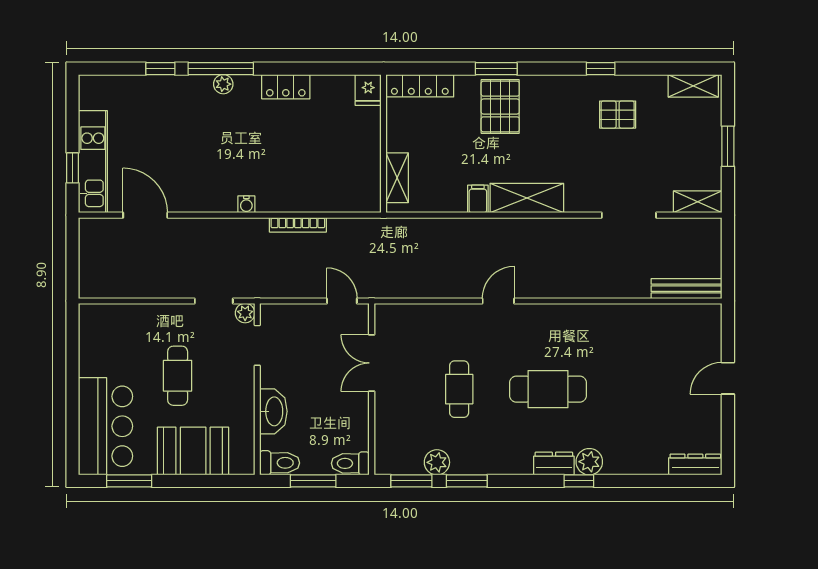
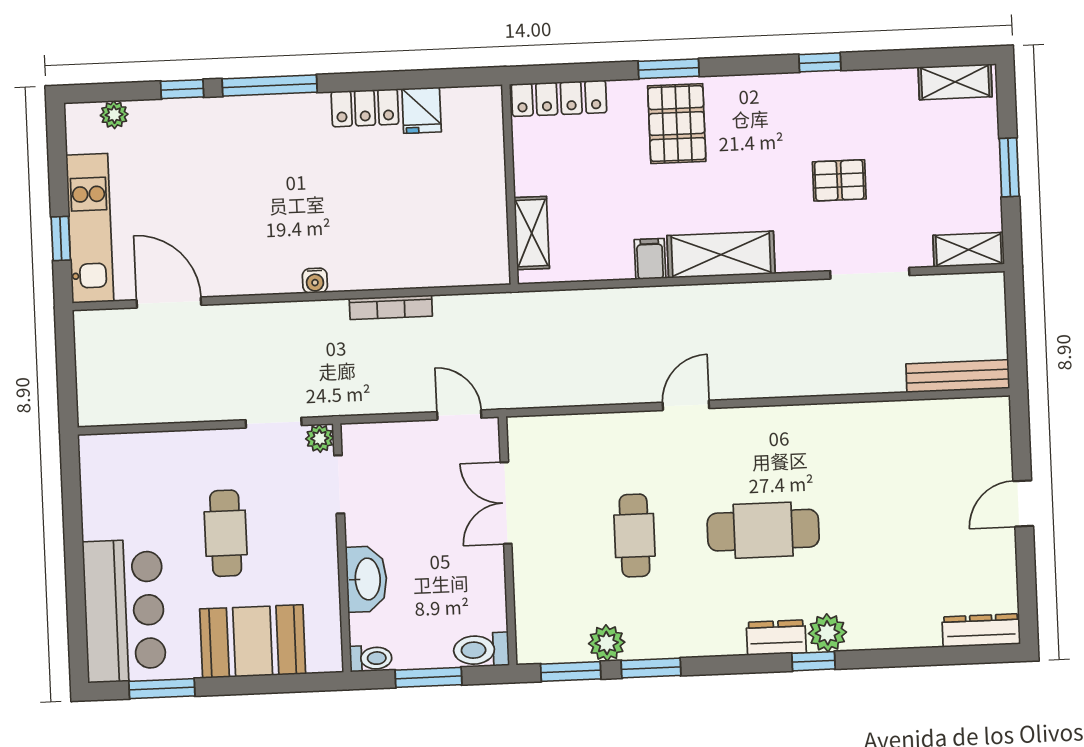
plant: (223, 84) -> (114, 115), moved
fridge: (368, 90) -> (422, 110), moved
pallet: (618, 115) -> (839, 180), moved
toilet: (280, 463) -> (371, 658), width x0.73, depth x0.72

